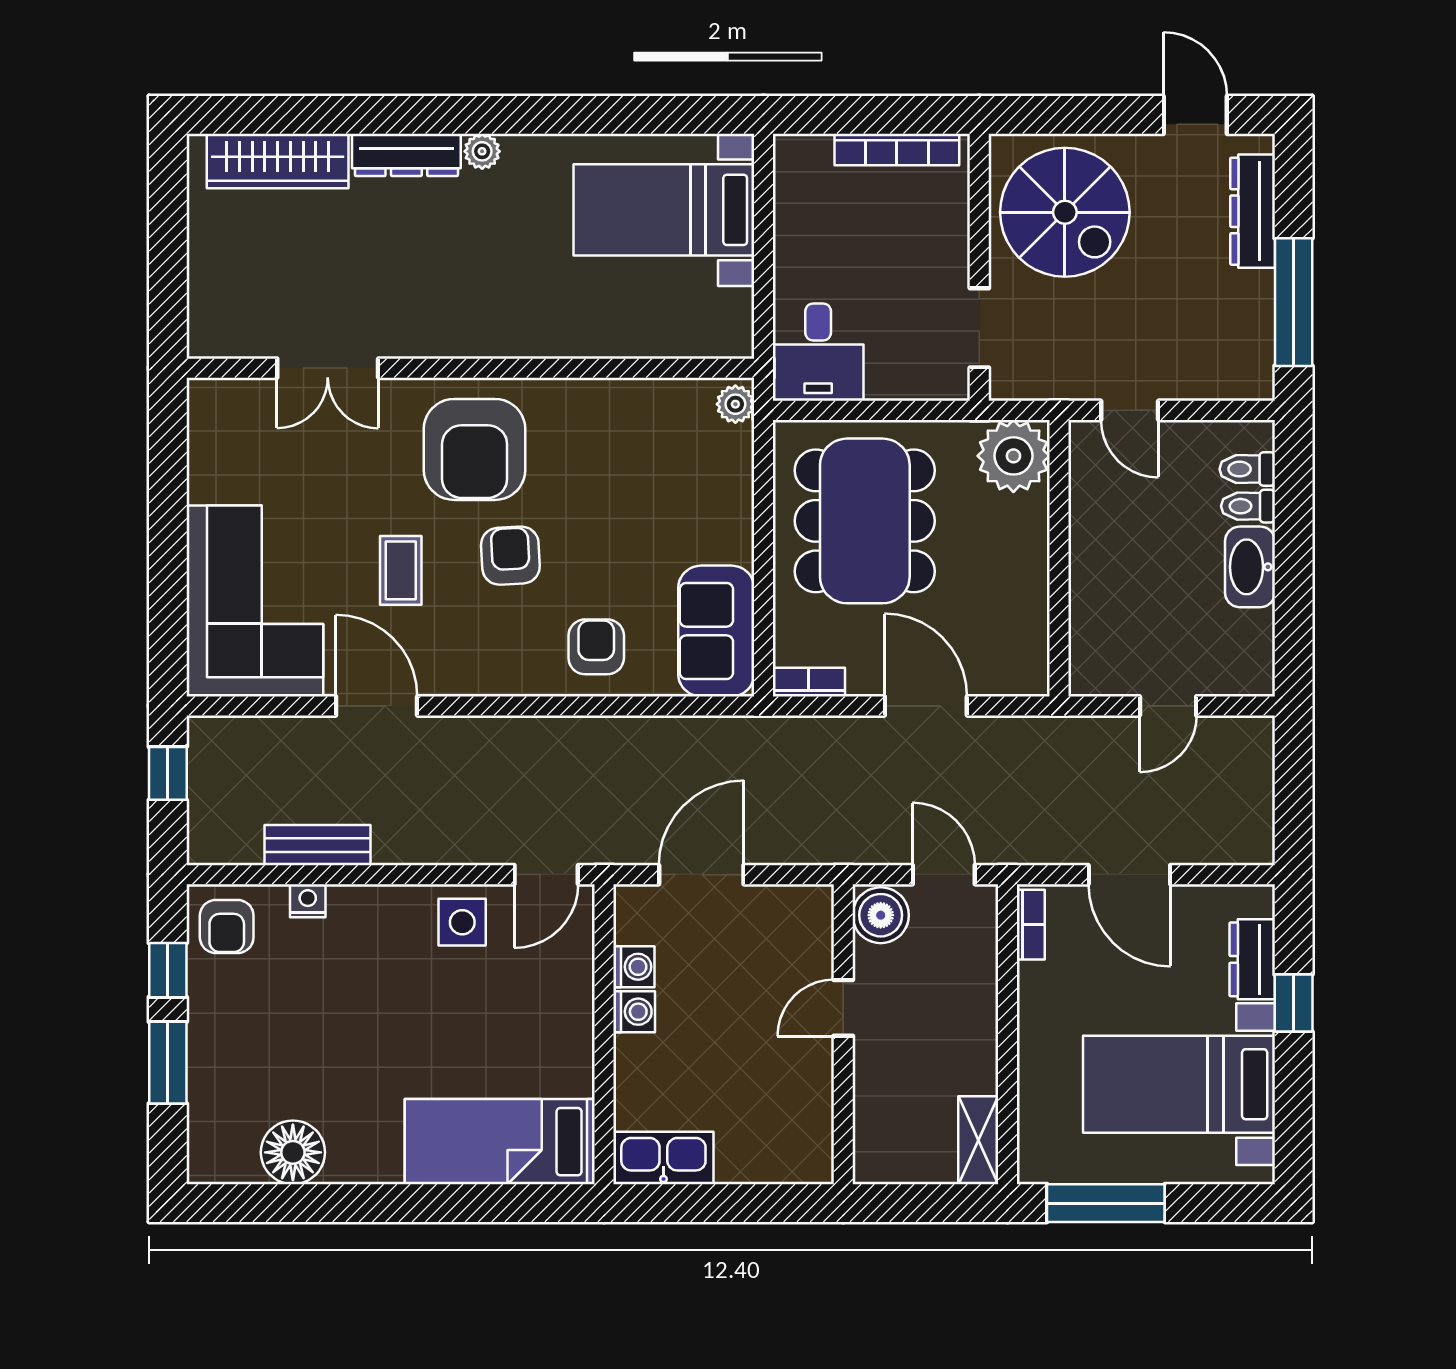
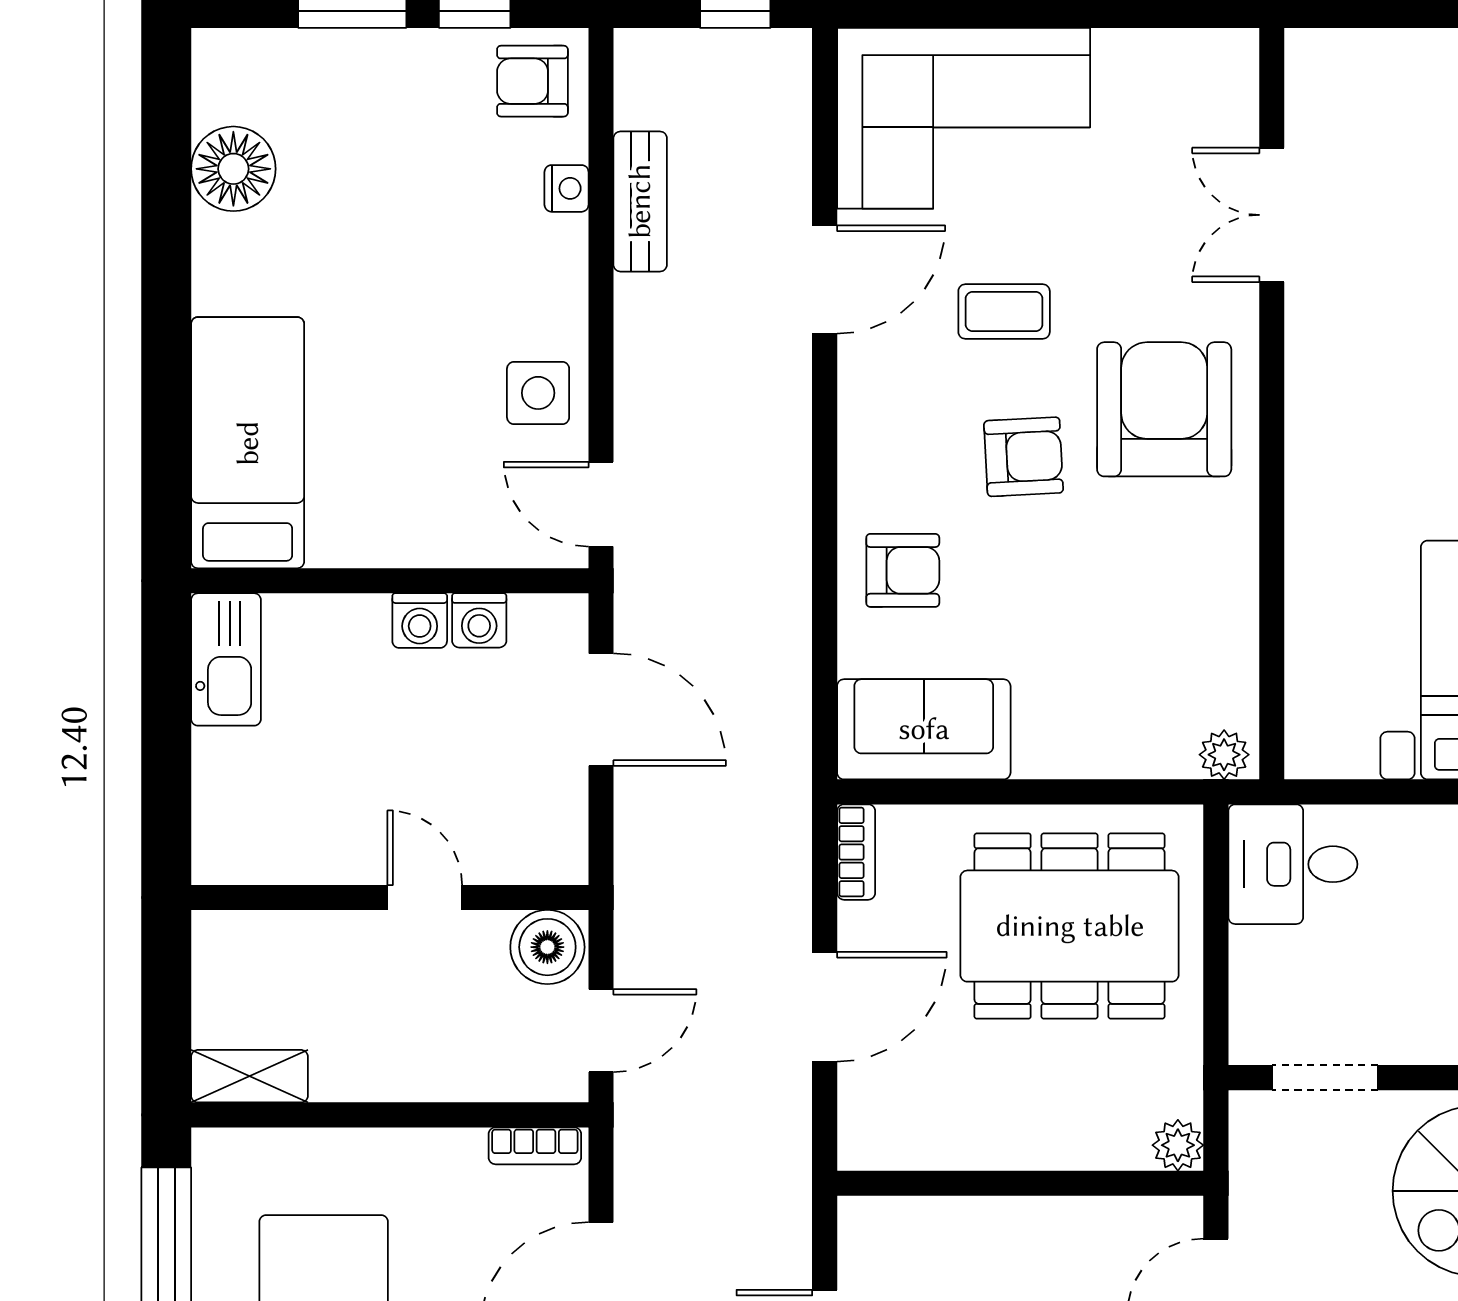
armchair: (475, 449) -> (1164, 409), turned 90
plant: (1013, 456) -> (1178, 1145), width x0.53, depth x0.53

